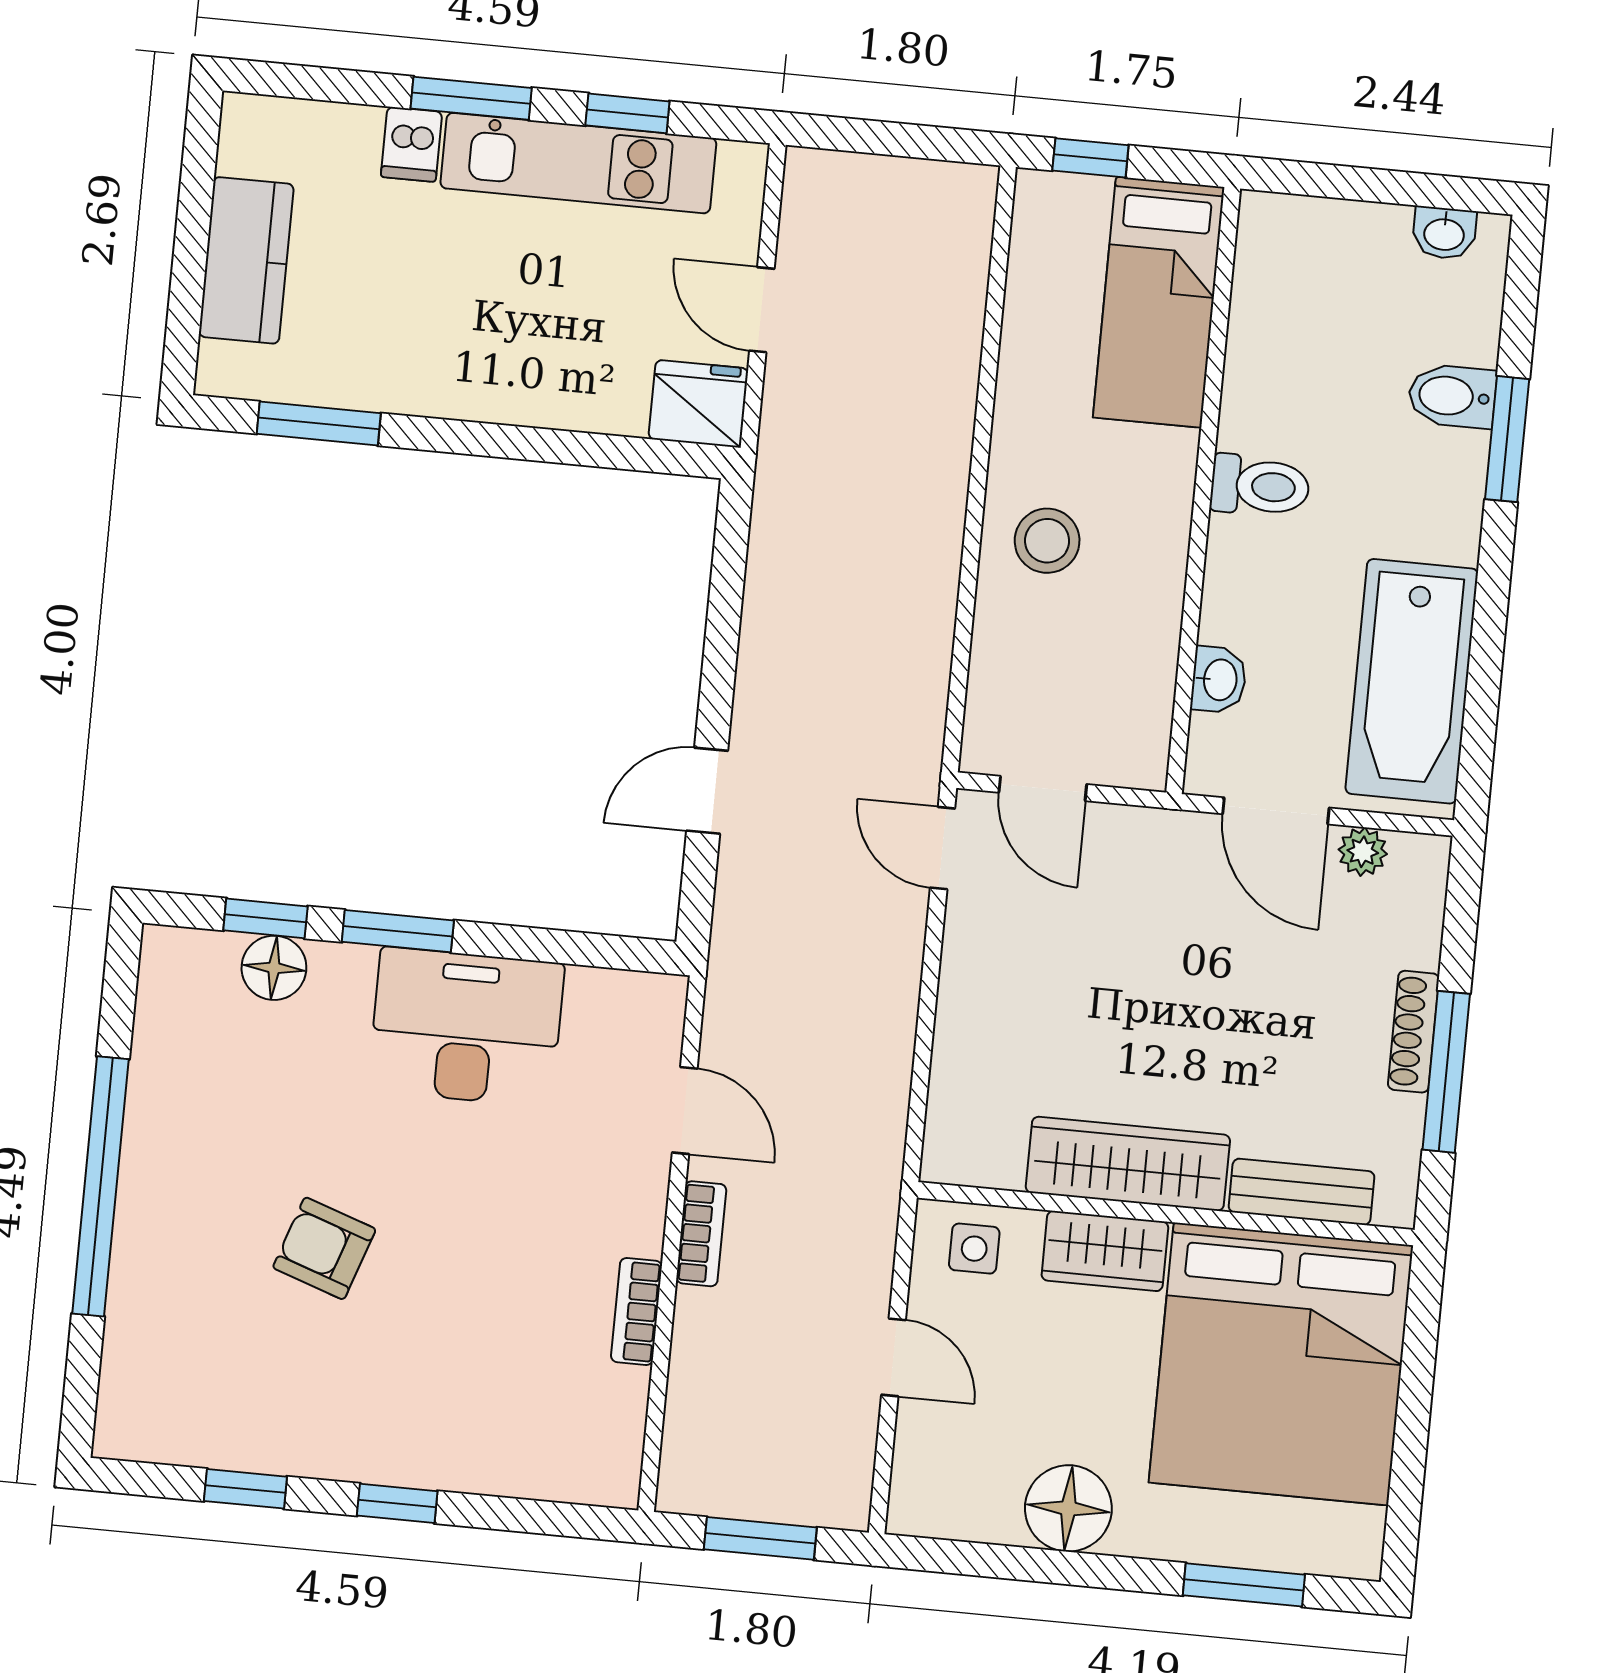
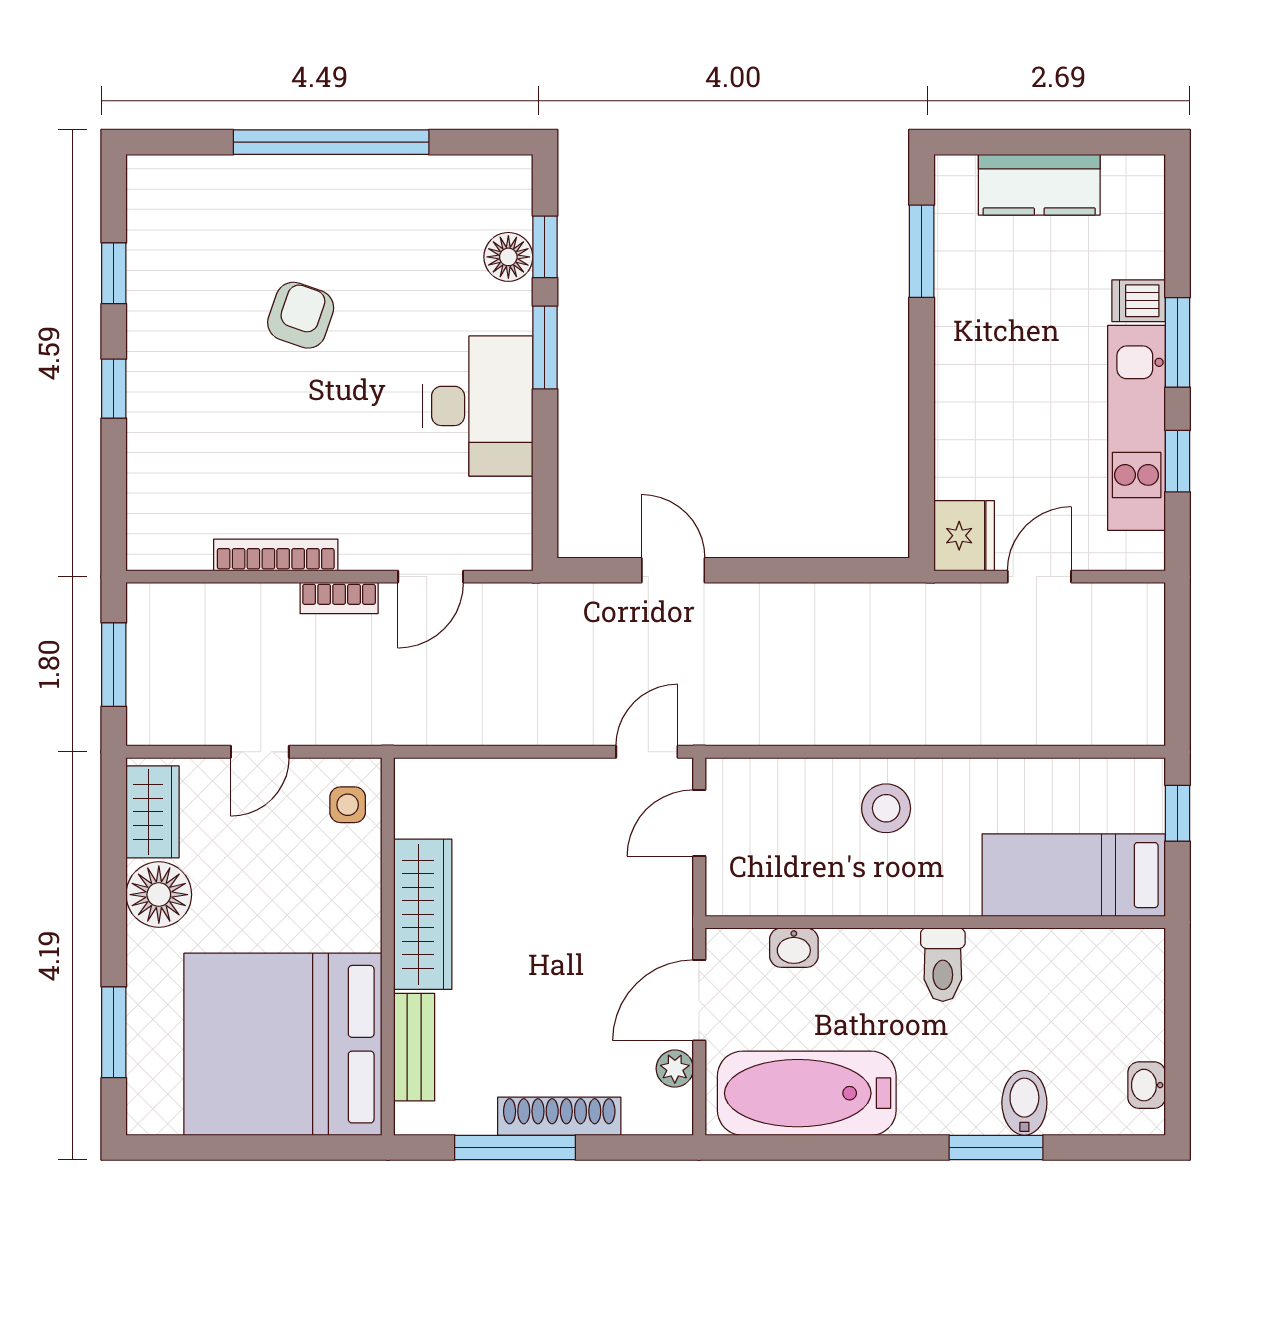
shoe rack: (1413, 1032) -> (559, 1116), width x1.36, depth x1.24
wardrobe: (1105, 1251) -> (153, 812), moved, turned 180
bookcase: (637, 1312) -> (276, 555), width x1.56

